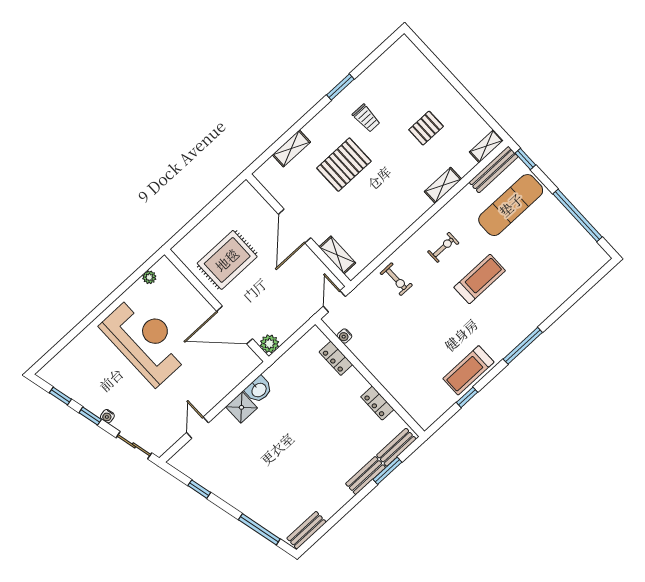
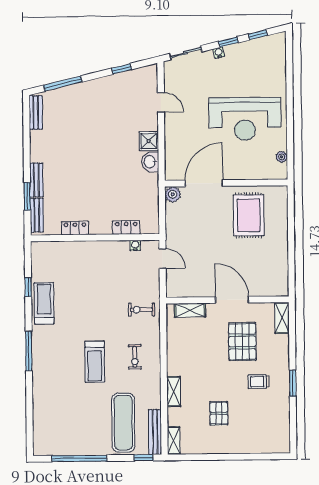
door: (295, 226) -> (232, 300), moved
wall: (298, 230) -> (227, 300), moved
shelving: (337, 255) -> (190, 310), moved

